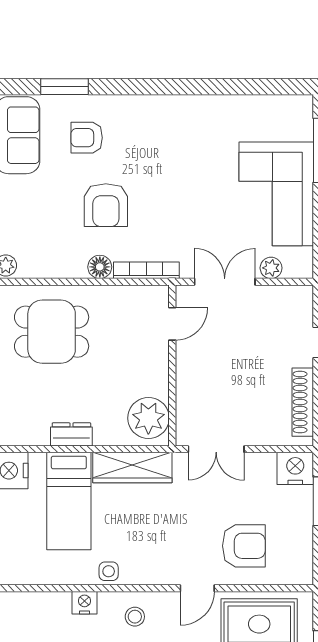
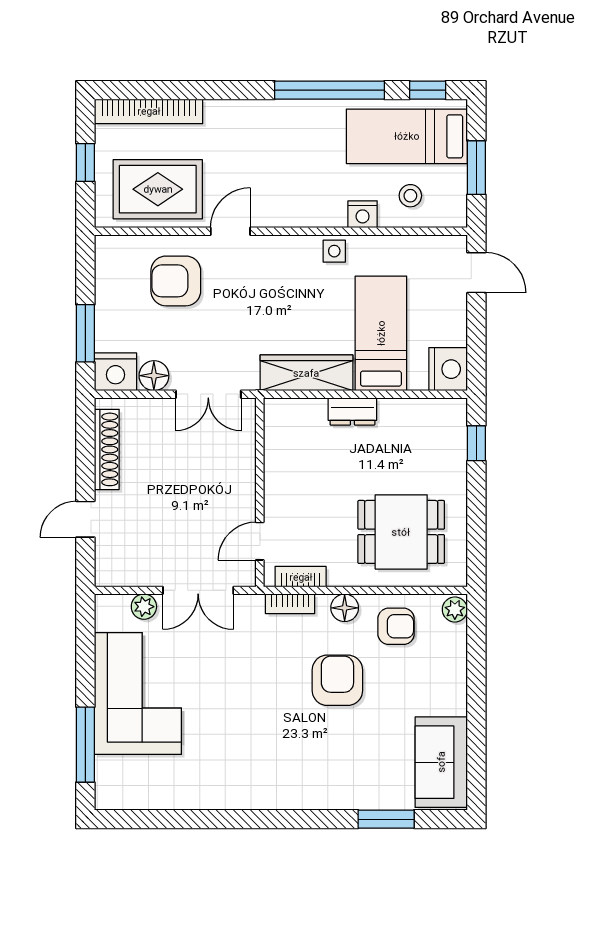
armchair: (87, 138) -> (396, 626), moved
bookcase: (146, 270) -> (290, 604), width x0.64
bookcase: (137, 294) -> (301, 577), added
plant: (148, 418) -> (288, 431), removed
dresser: (71, 434) -> (352, 412), moved
double door: (216, 449) -> (208, 394), swing flipped
floor lamp: (262, 465) -> (154, 376), added
stool: (135, 617) -> (410, 196), moved

